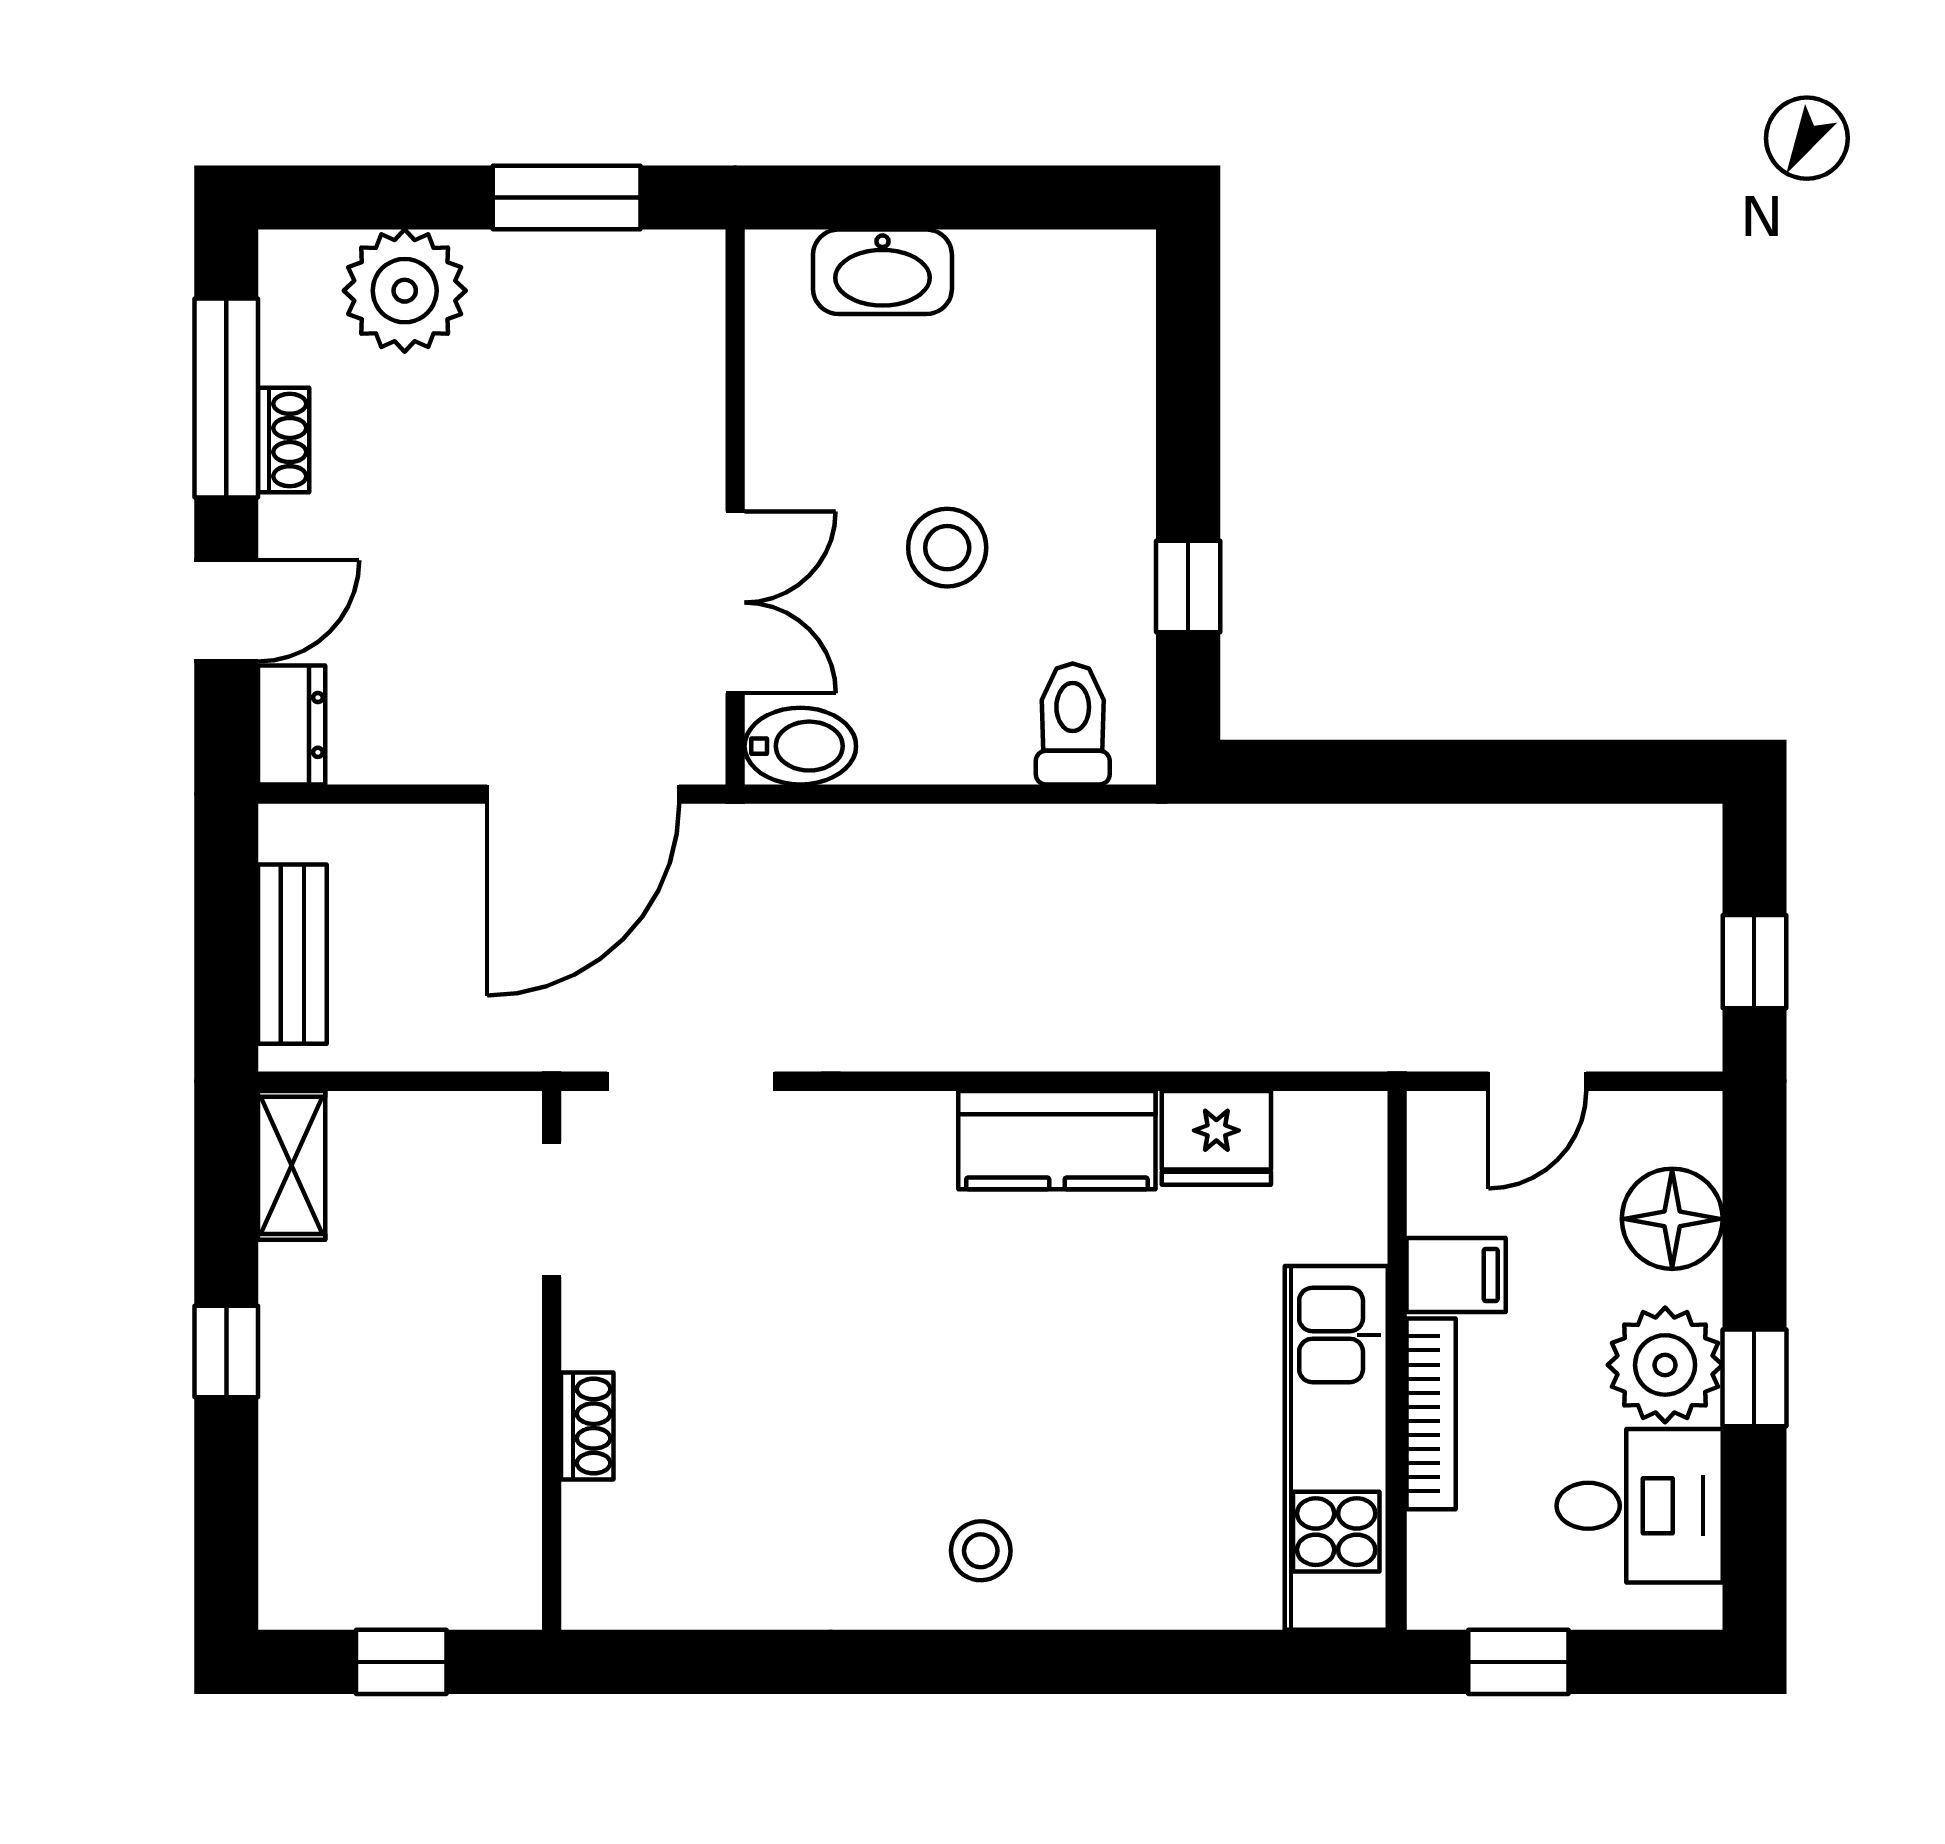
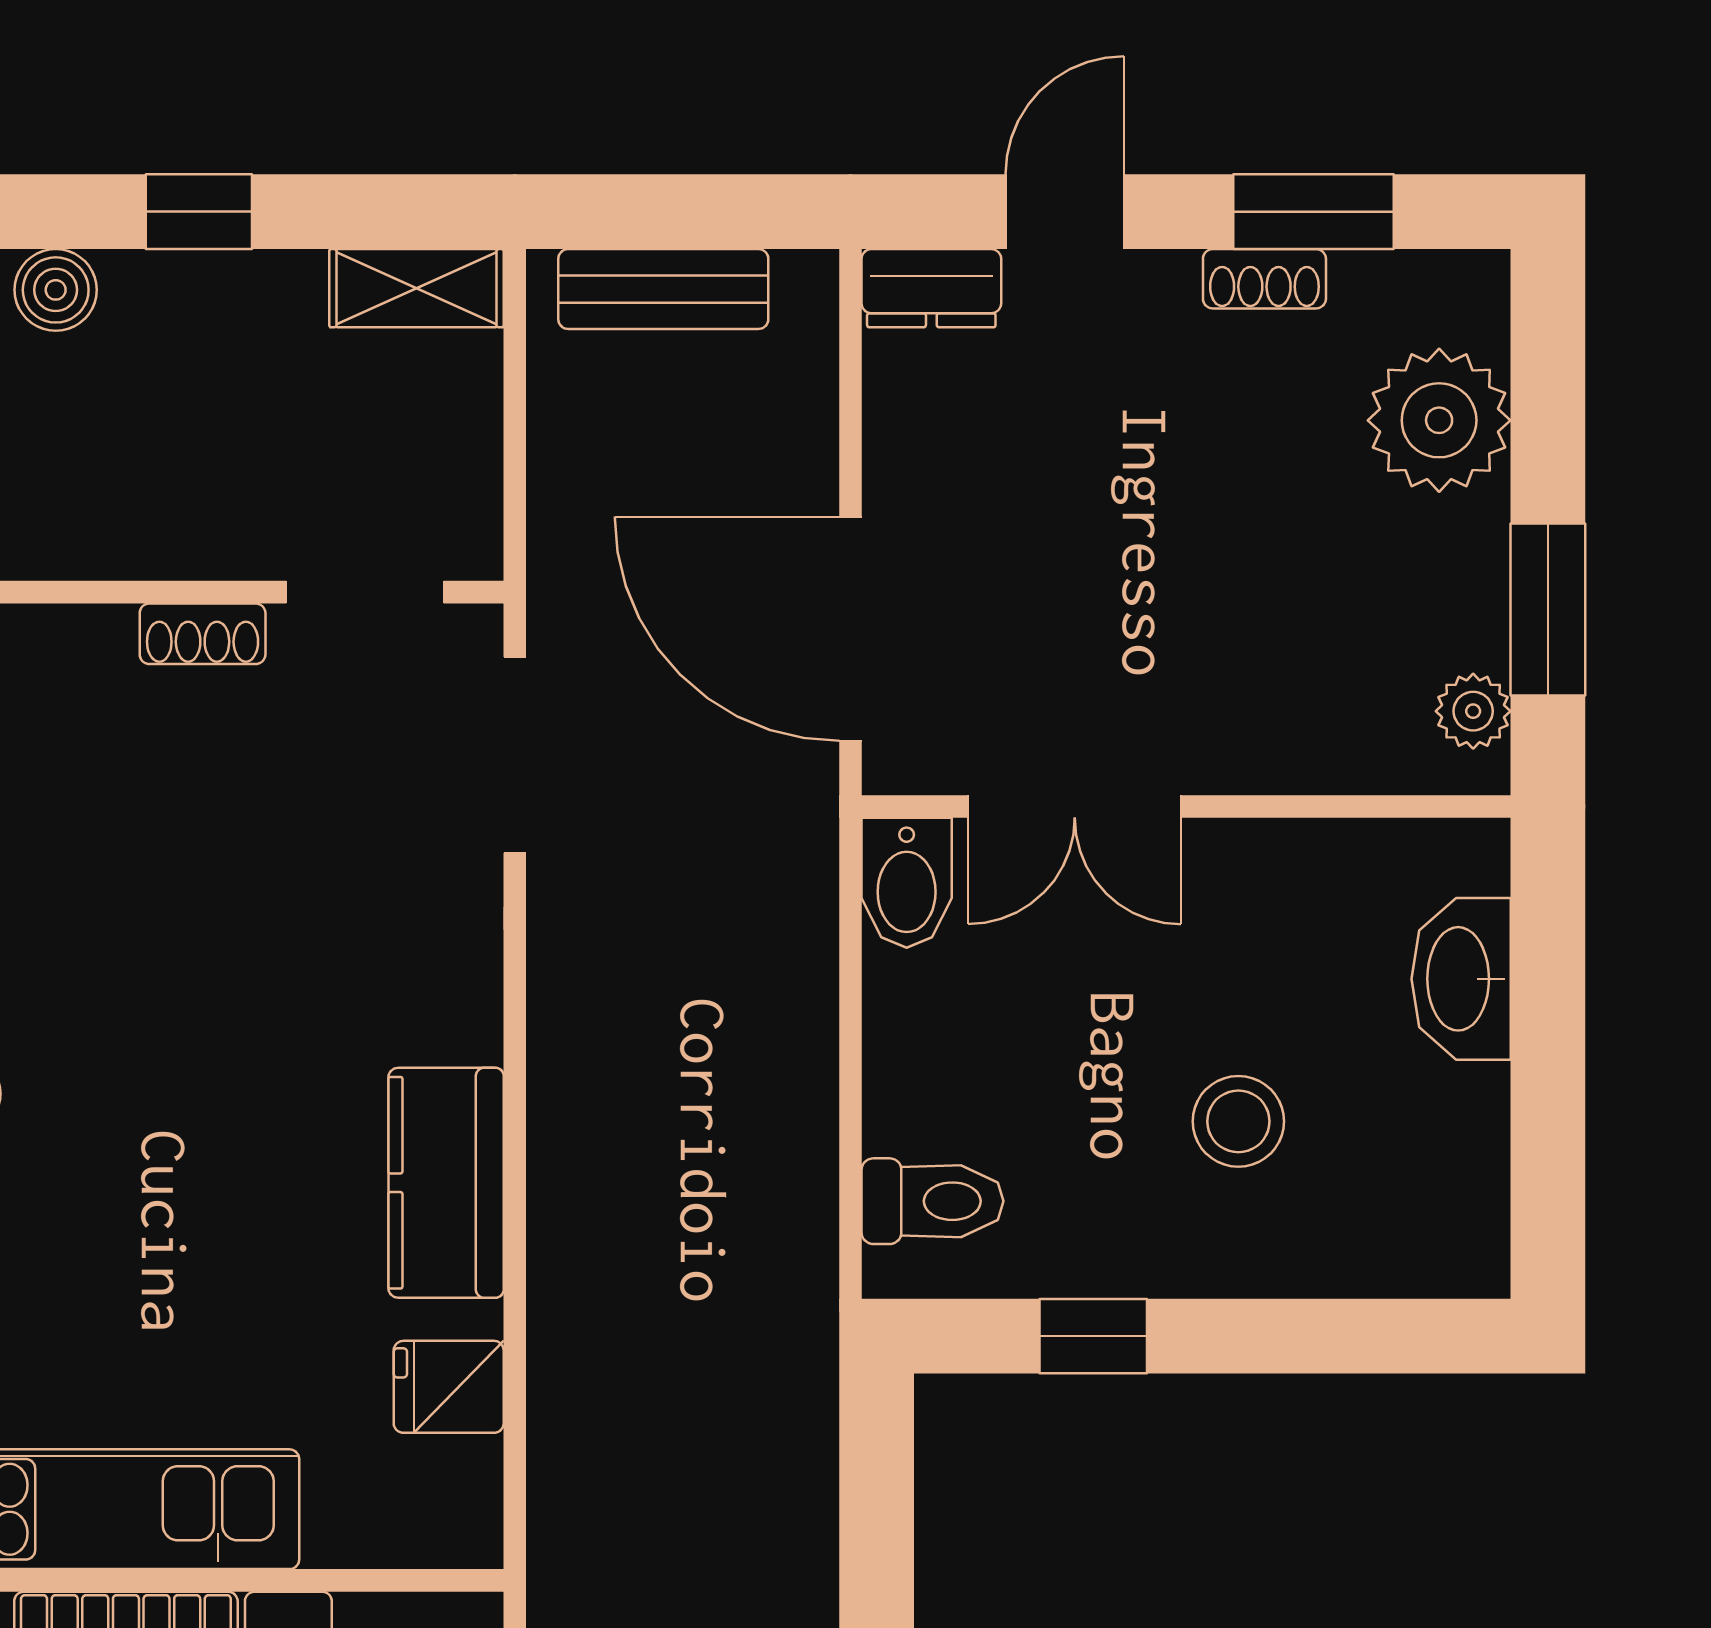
plant: (654, 261) -> (1473, 711), added
window: (226, 398) -> (1314, 212), width x0.69
stool: (947, 548) -> (1238, 1121), moved
door: (226, 611) -> (1065, 212), swing flipped
fridge: (1216, 1138) -> (449, 1387), width x0.72
shoe rack: (587, 1426) -> (203, 634), moved
boiler: (293, 1474) -> (56, 290), added

